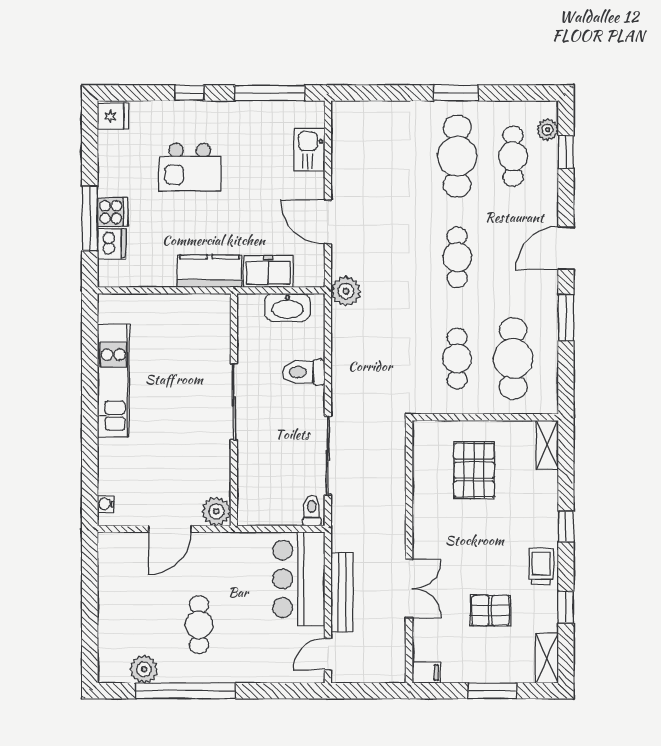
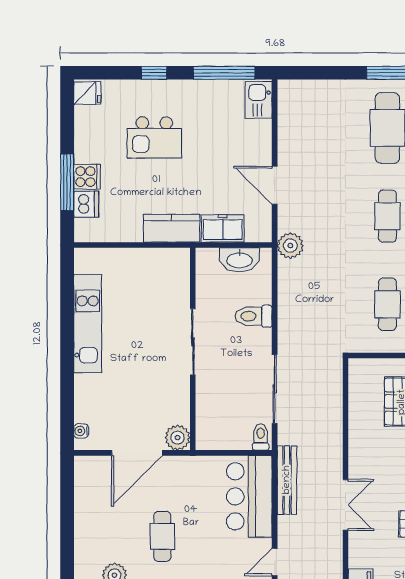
kitchen sink: (309, 150) -> (259, 100), moved
door: (170, 529) -> (137, 453), width x1.36
bench: (342, 592) -> (287, 480), moved

